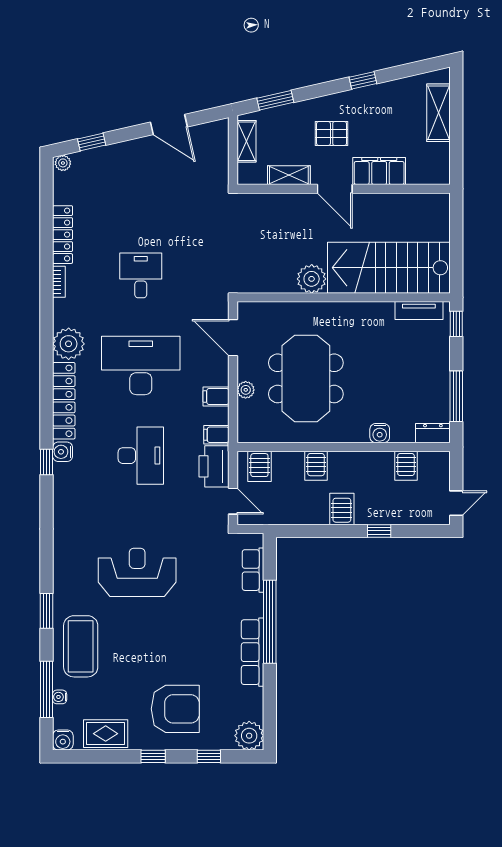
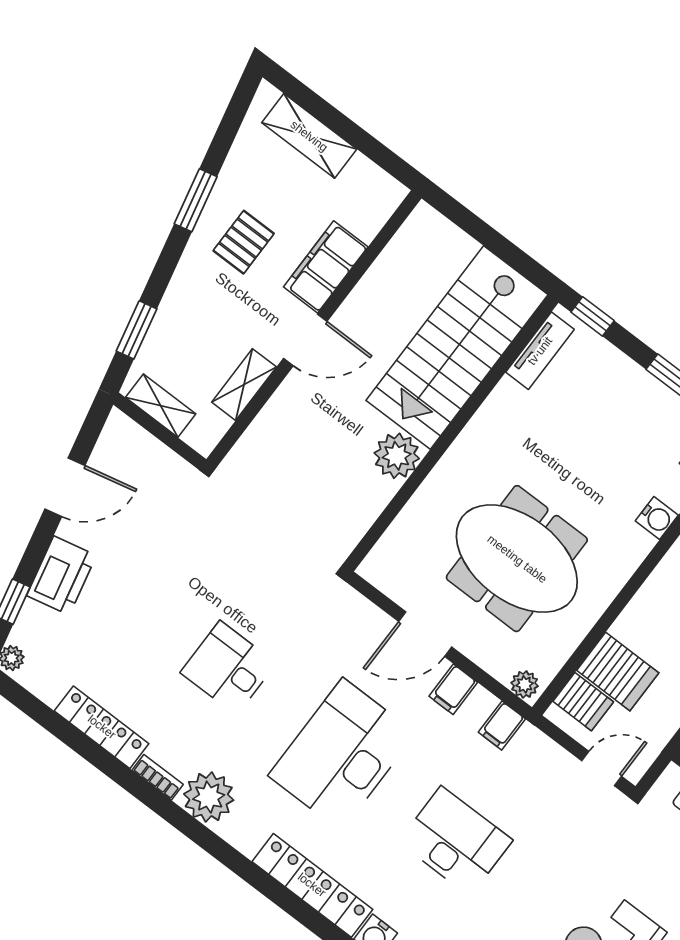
window: (363, 80) -> (196, 200), width x1.50
pallet: (332, 133) -> (244, 242), moved
door: (233, 338) -> (425, 634), moved
plant: (69, 344) -> (209, 797), moved
plant: (246, 390) -> (525, 684), moved
printer: (214, 466) -> (61, 575), moved, turned -103
server rack: (316, 466) -> (618, 672), moved, width x1.36, depth x1.44

